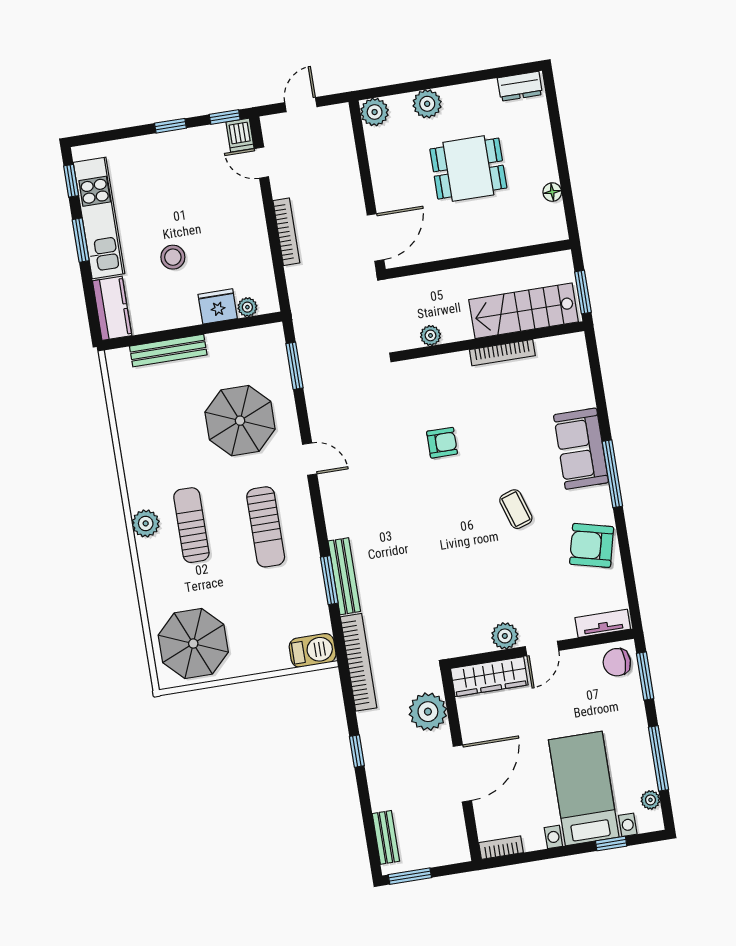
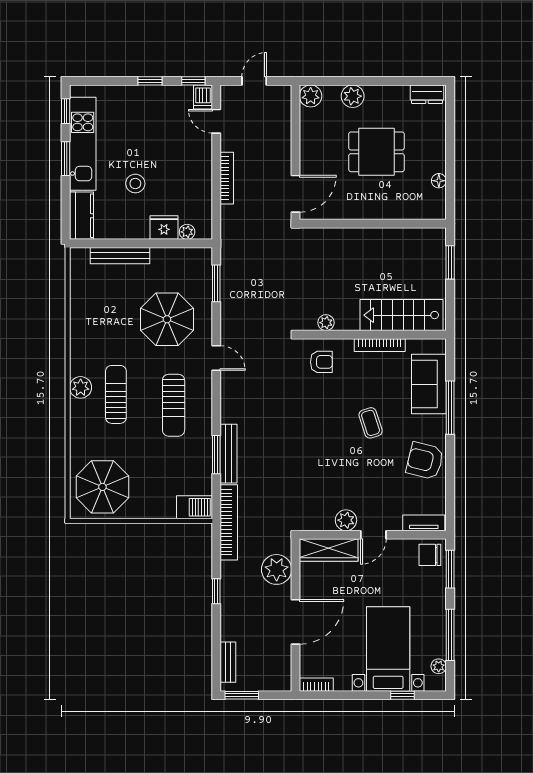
stairs: (524, 311) -> (402, 315), moved
plant: (430, 335) -> (326, 323), moved
wall: (492, 341) -> (373, 335), moved
bookcase: (502, 353) -> (380, 345), moved

